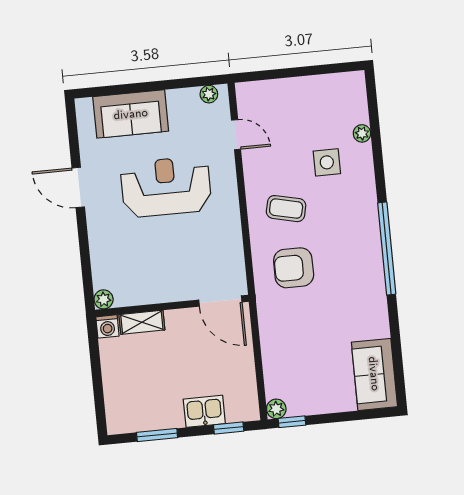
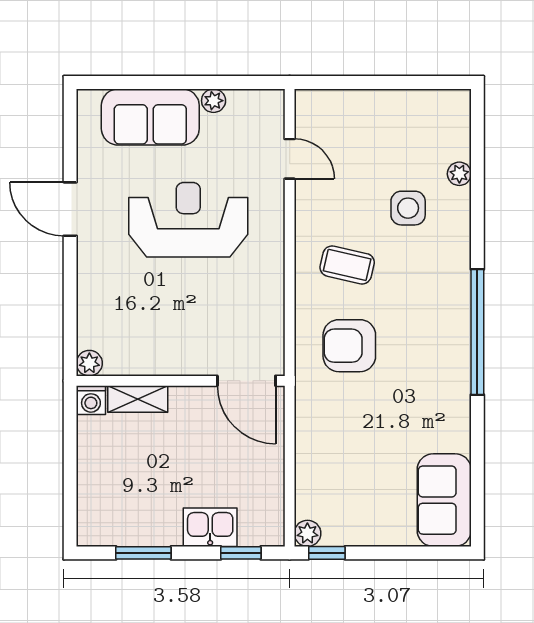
plant: (209, 94) -> (214, 101), moved

